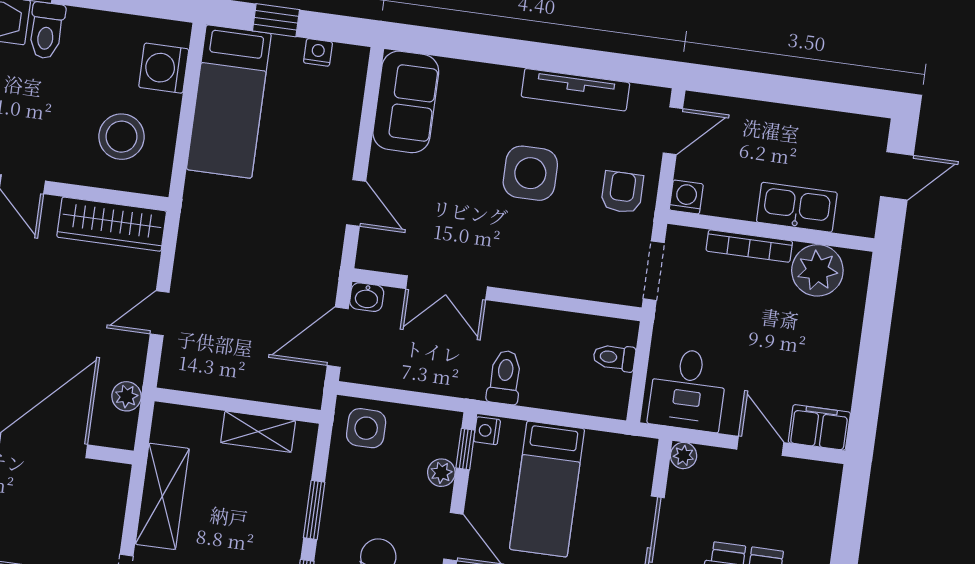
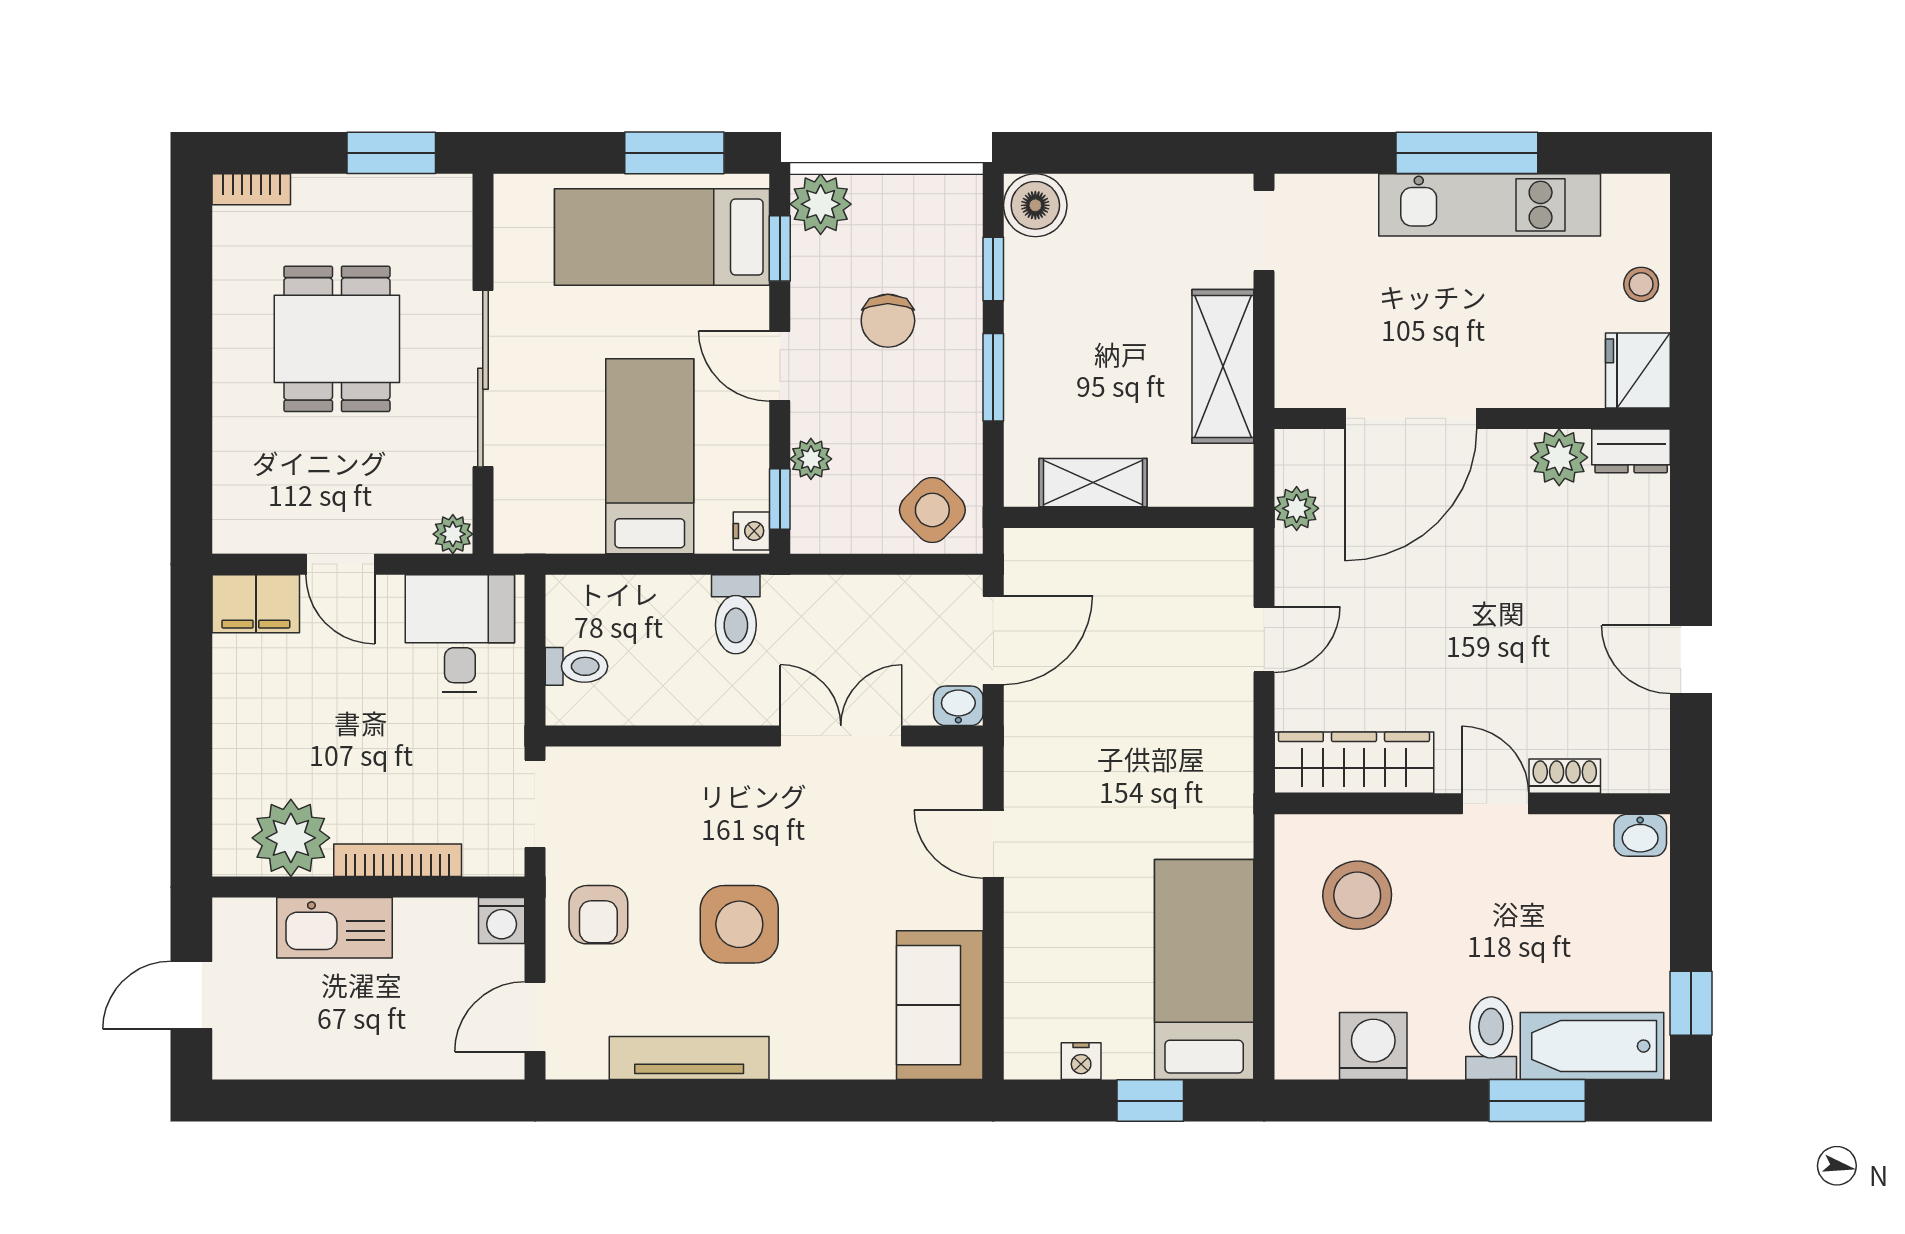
washing machine: (164, 68) -> (1373, 1046), moved, turned -90
side table: (366, 428) -> (932, 510), turned 45

